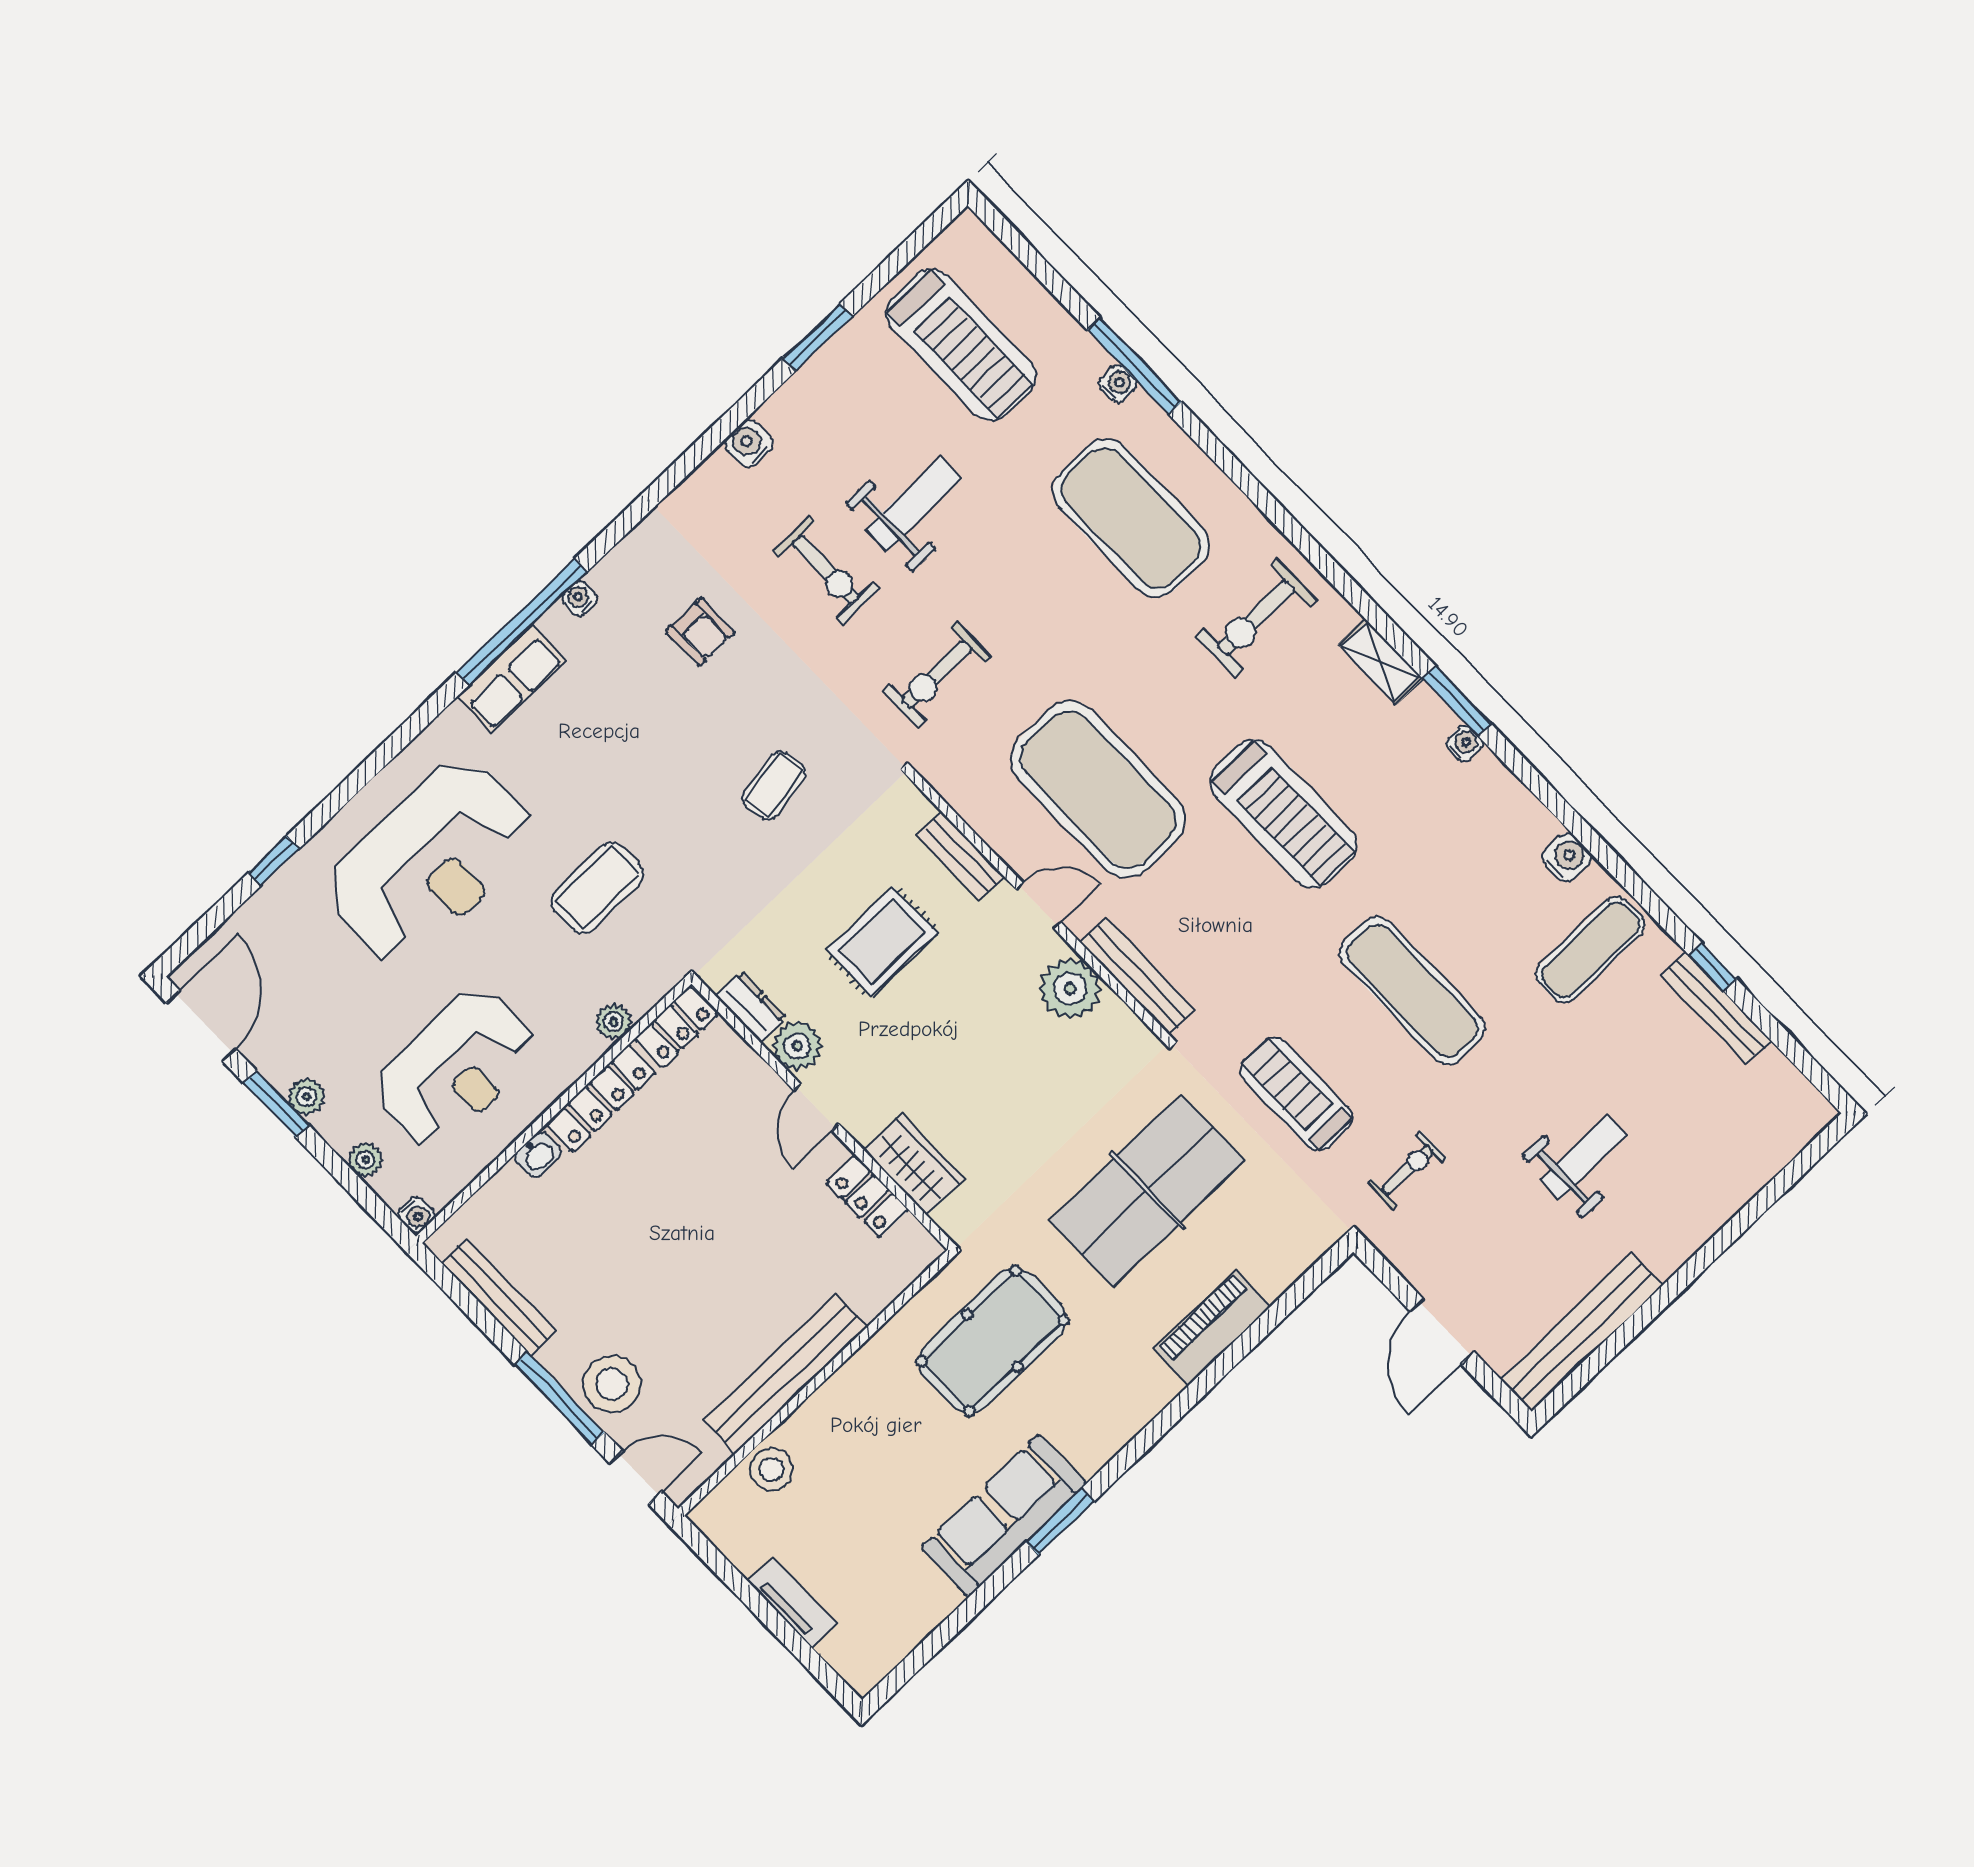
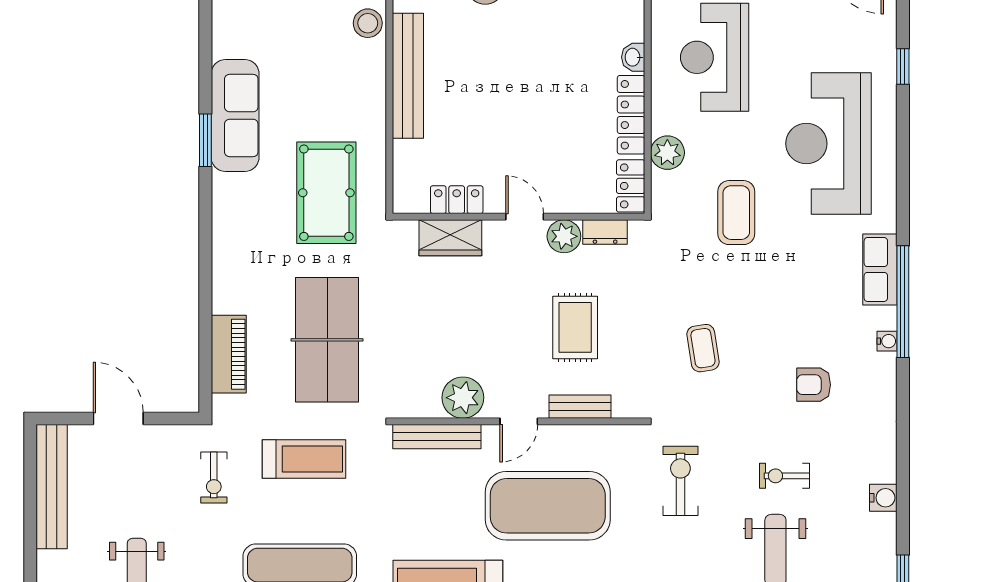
exercise bike: (826, 570) -> (784, 476), width x0.73, depth x0.72
plant: (613, 1022) -> (667, 153), width x1.38, depth x1.38
piano: (1212, 1328) -> (229, 354), moved

